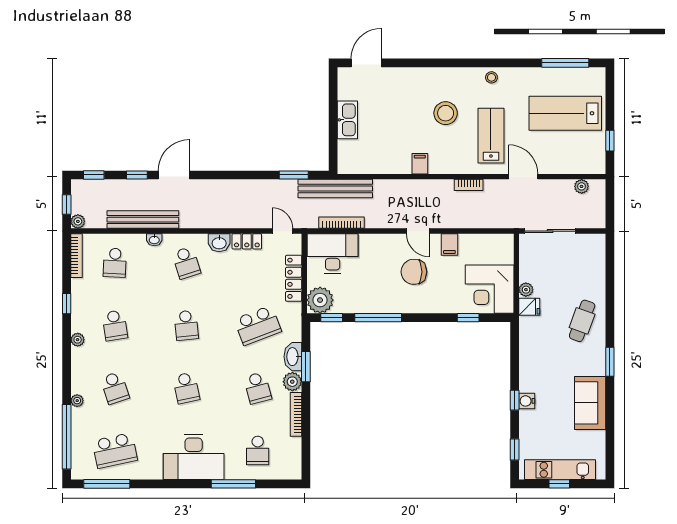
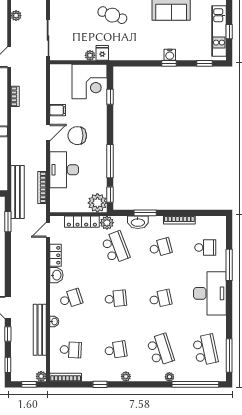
desk: (333, 253) -> (64, 170), moved
chair: (414, 272) -> (77, 136), turned 90
plant: (292, 382) -> (107, 223), moved
school desk: (115, 388) -> (160, 350), width x1.85

